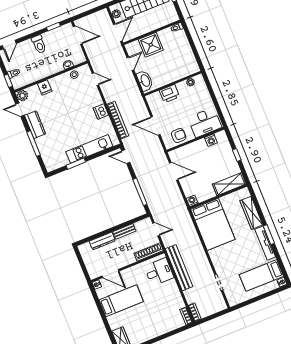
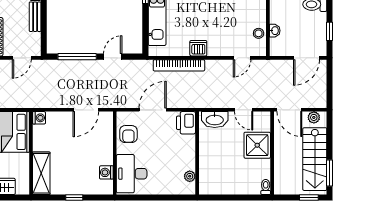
printer: (169, 94) -> (186, 123), moved
door: (126, 157) -> (113, 57), moved

